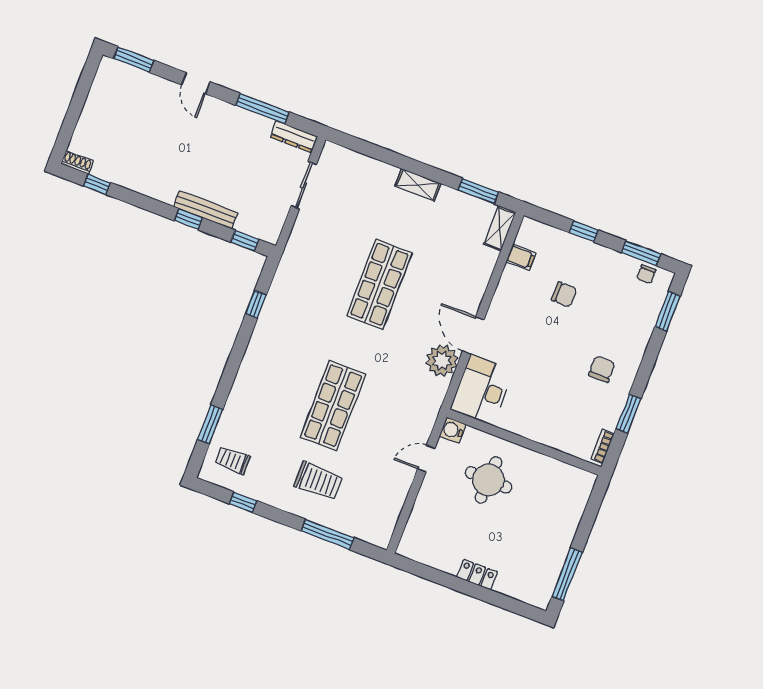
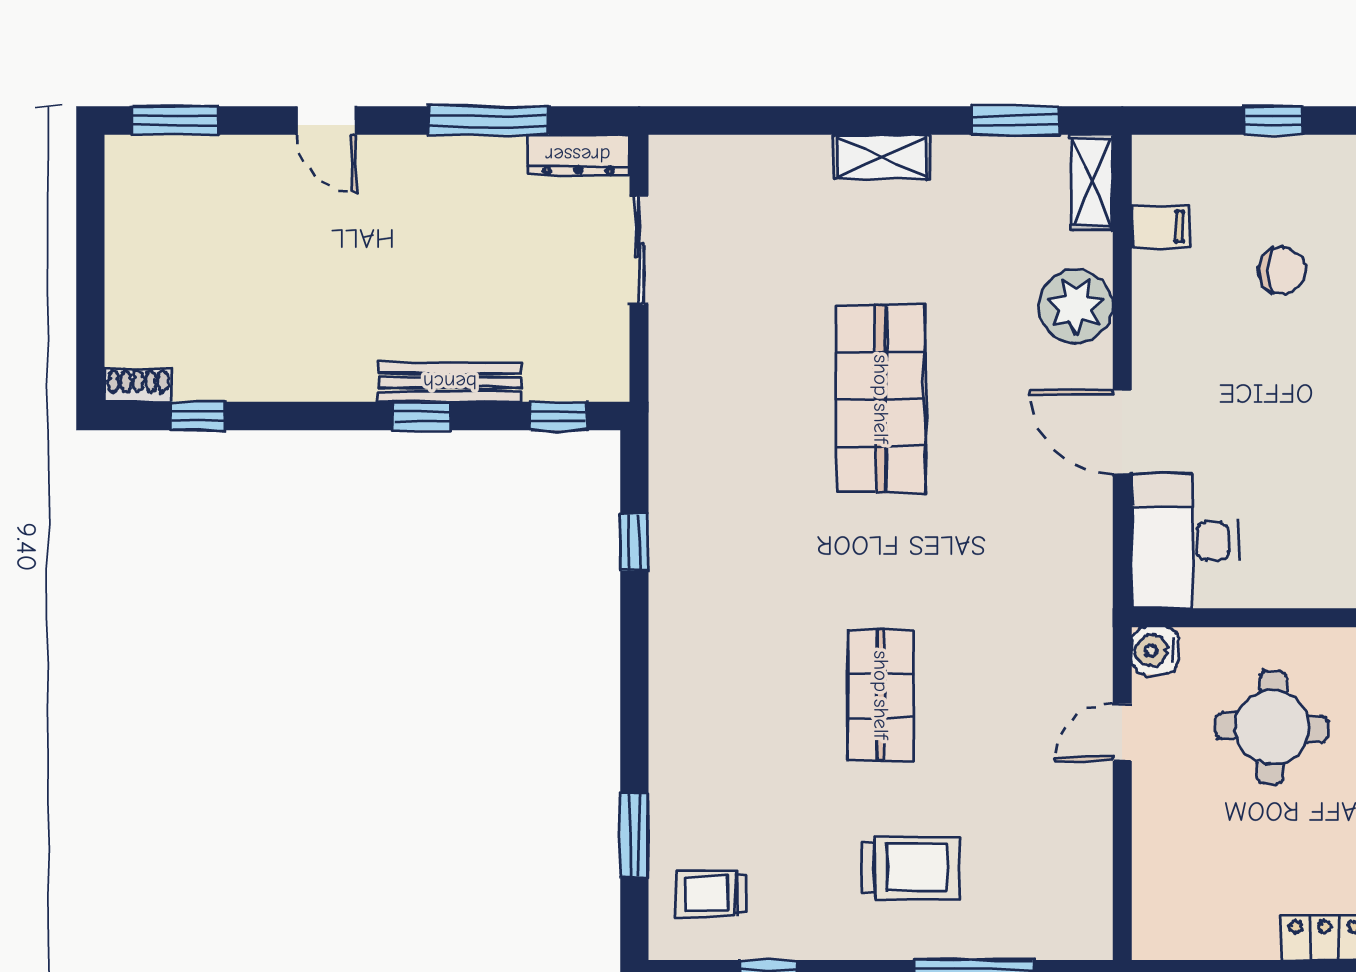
plant: (442, 361) -> (1076, 306), moved
shop shelf: (333, 406) -> (881, 695), width x0.70, depth x0.74

